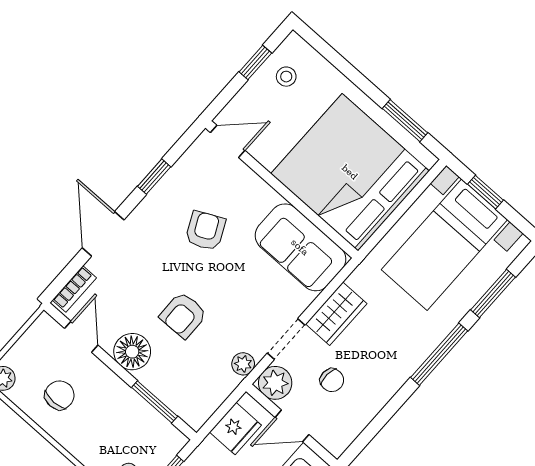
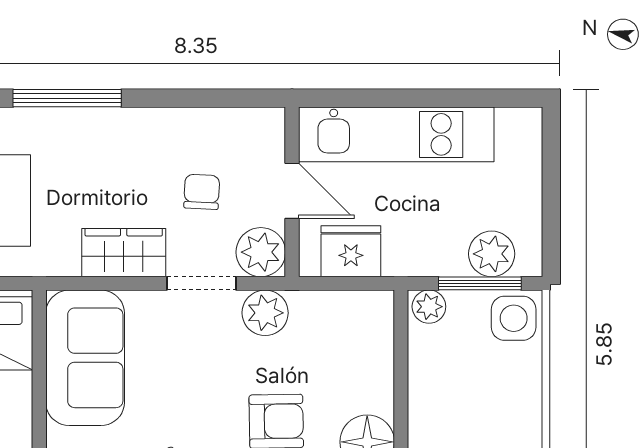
plant: (243, 364) -> (265, 313), width x1.38, depth x1.38
window: (155, 402) -> (401, 368), removed
plant: (173, 443) -> (429, 307), added

